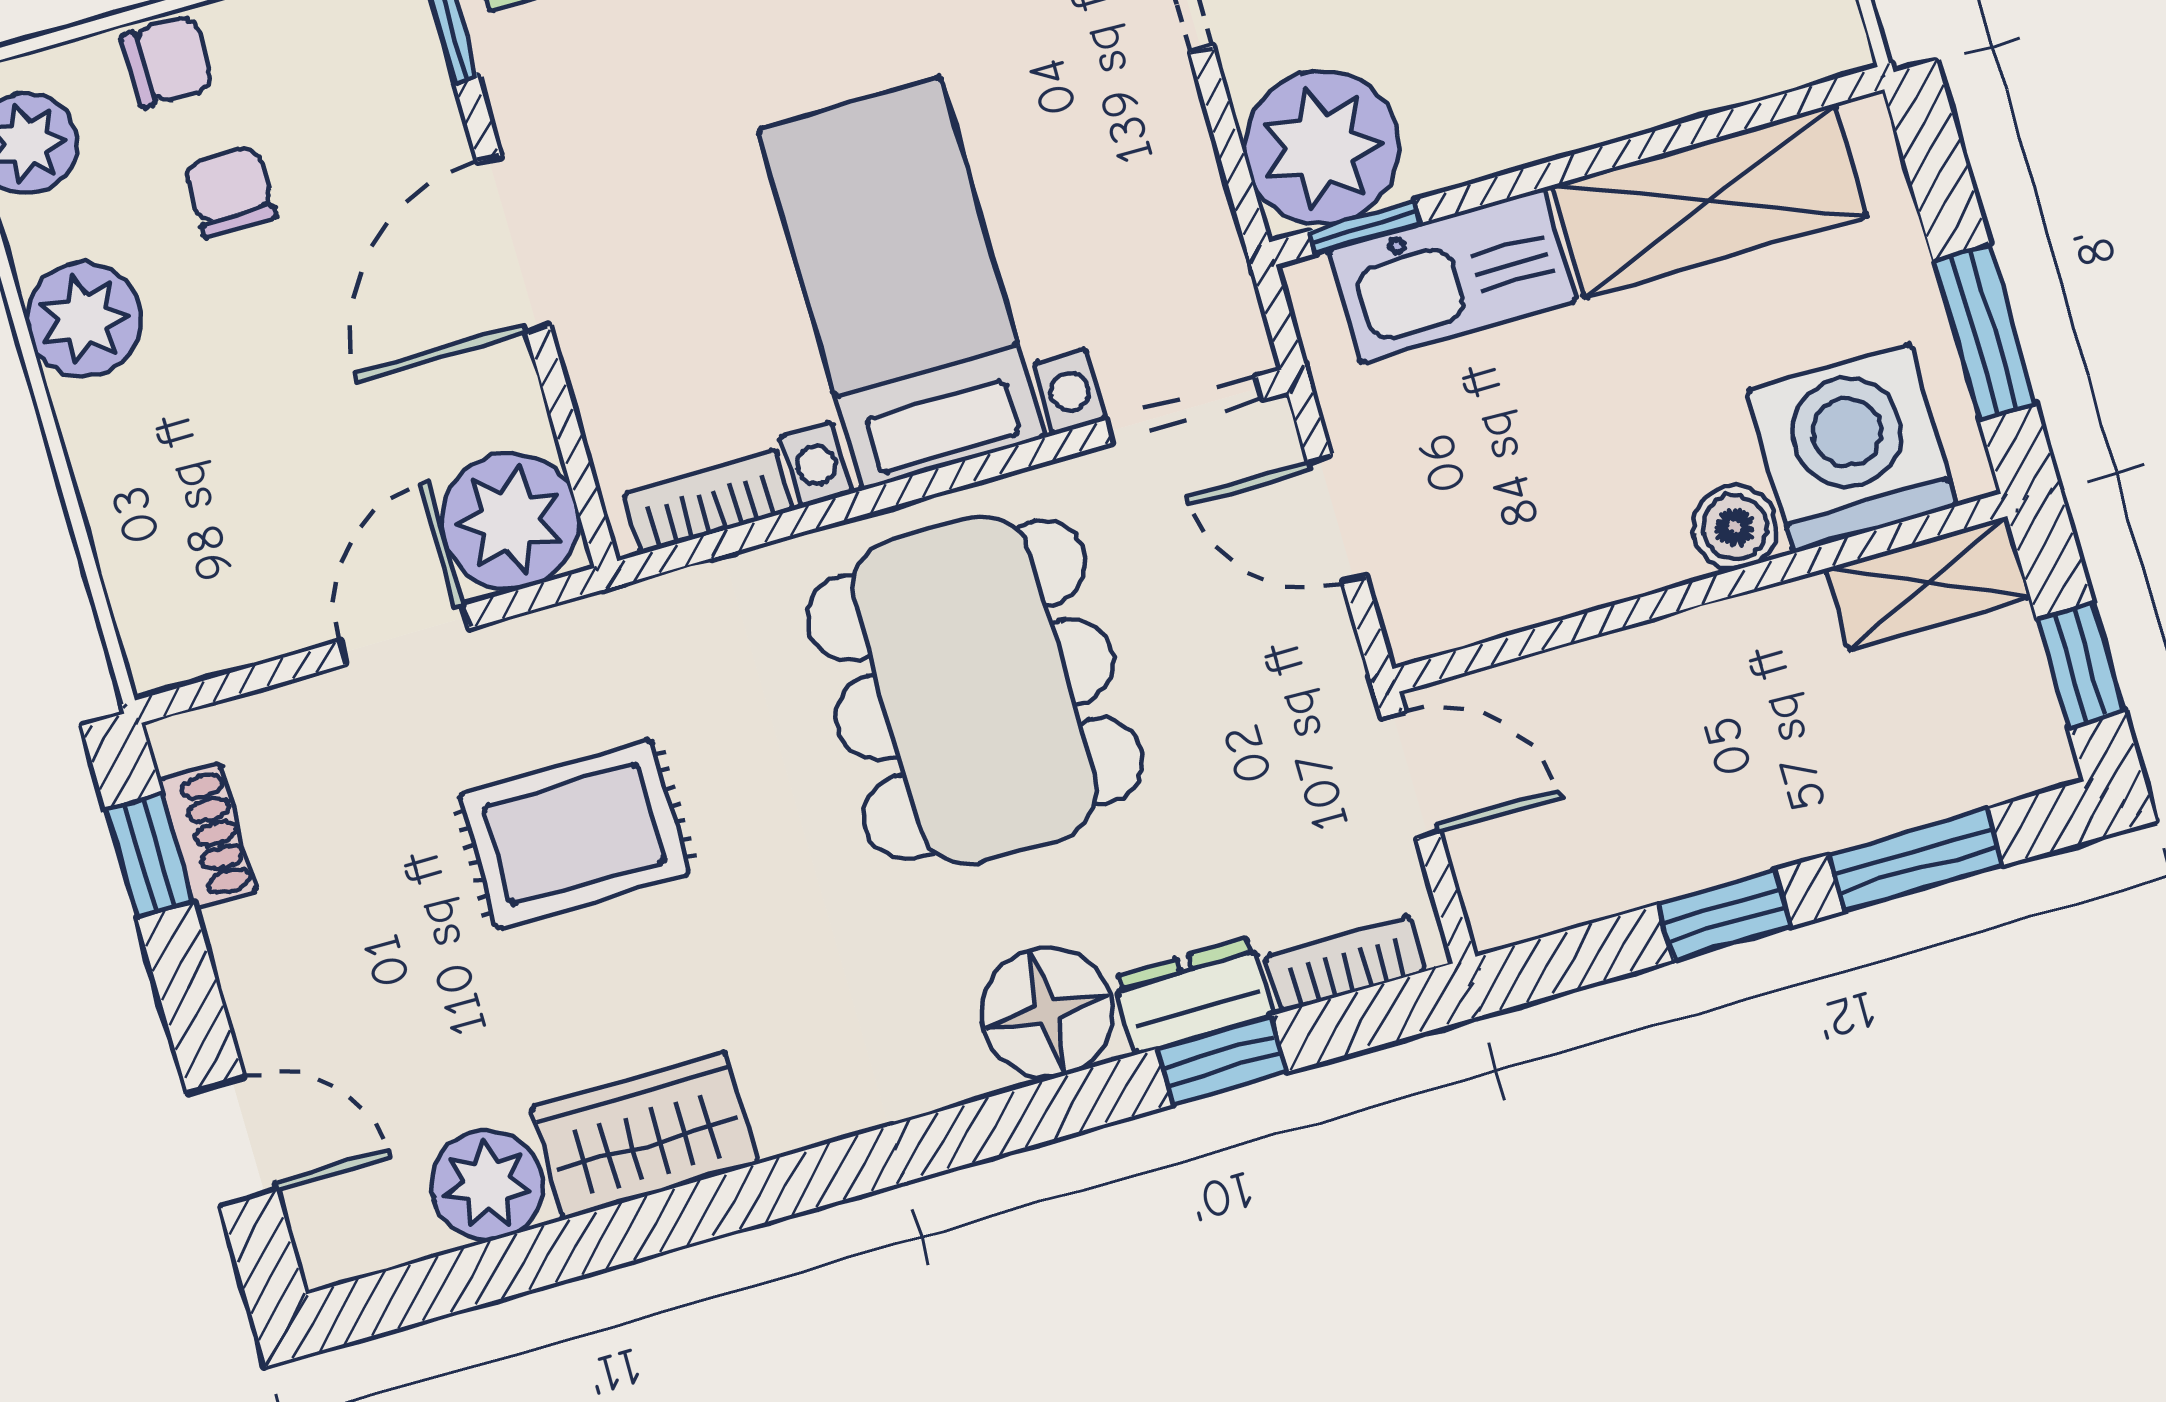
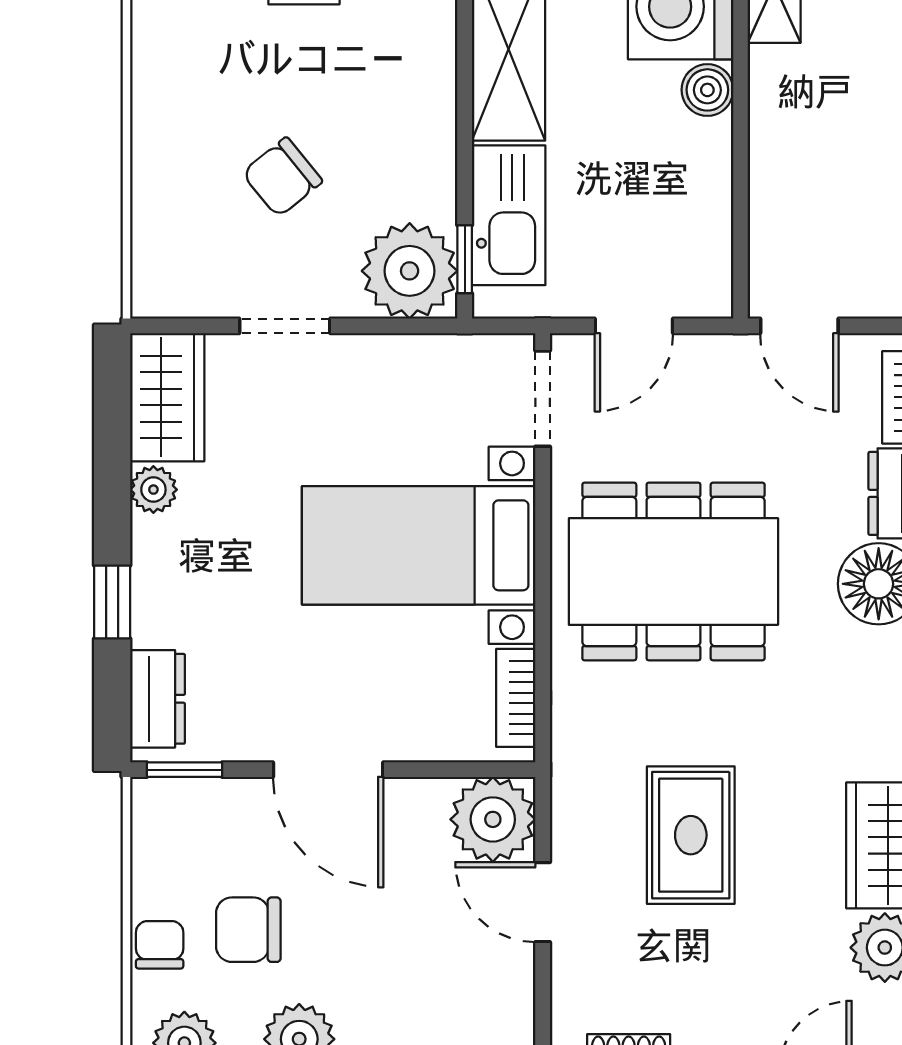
chair: (230, 192) -> (248, 930), width x1.37, depth x1.37
door: (1411, 775) -> (799, 326), swing flipped

